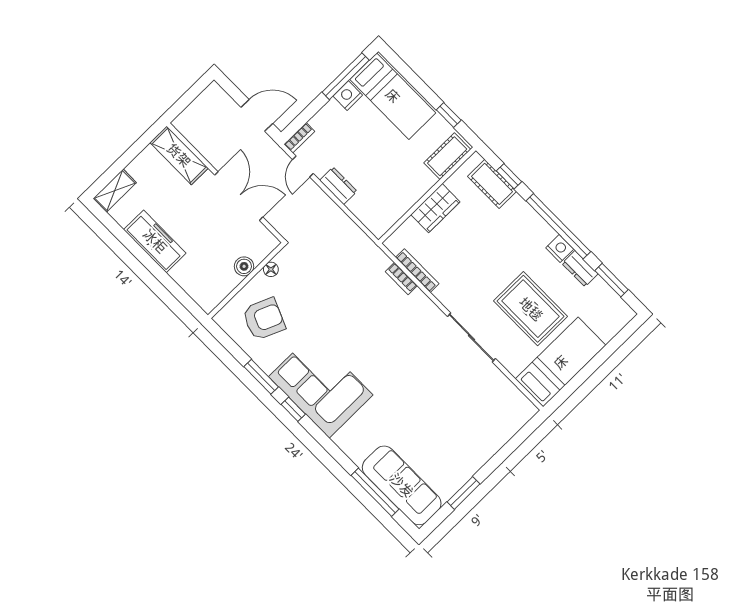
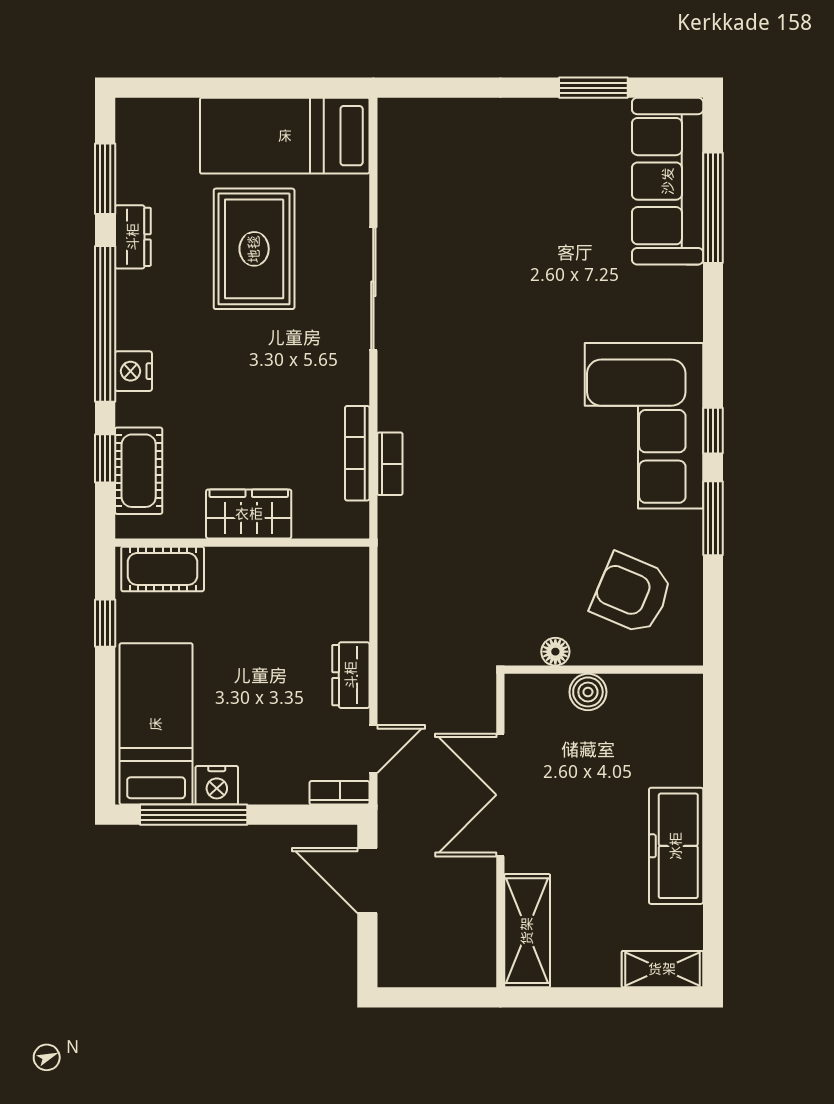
nightstand: (560, 249) -> (133, 371), moved

